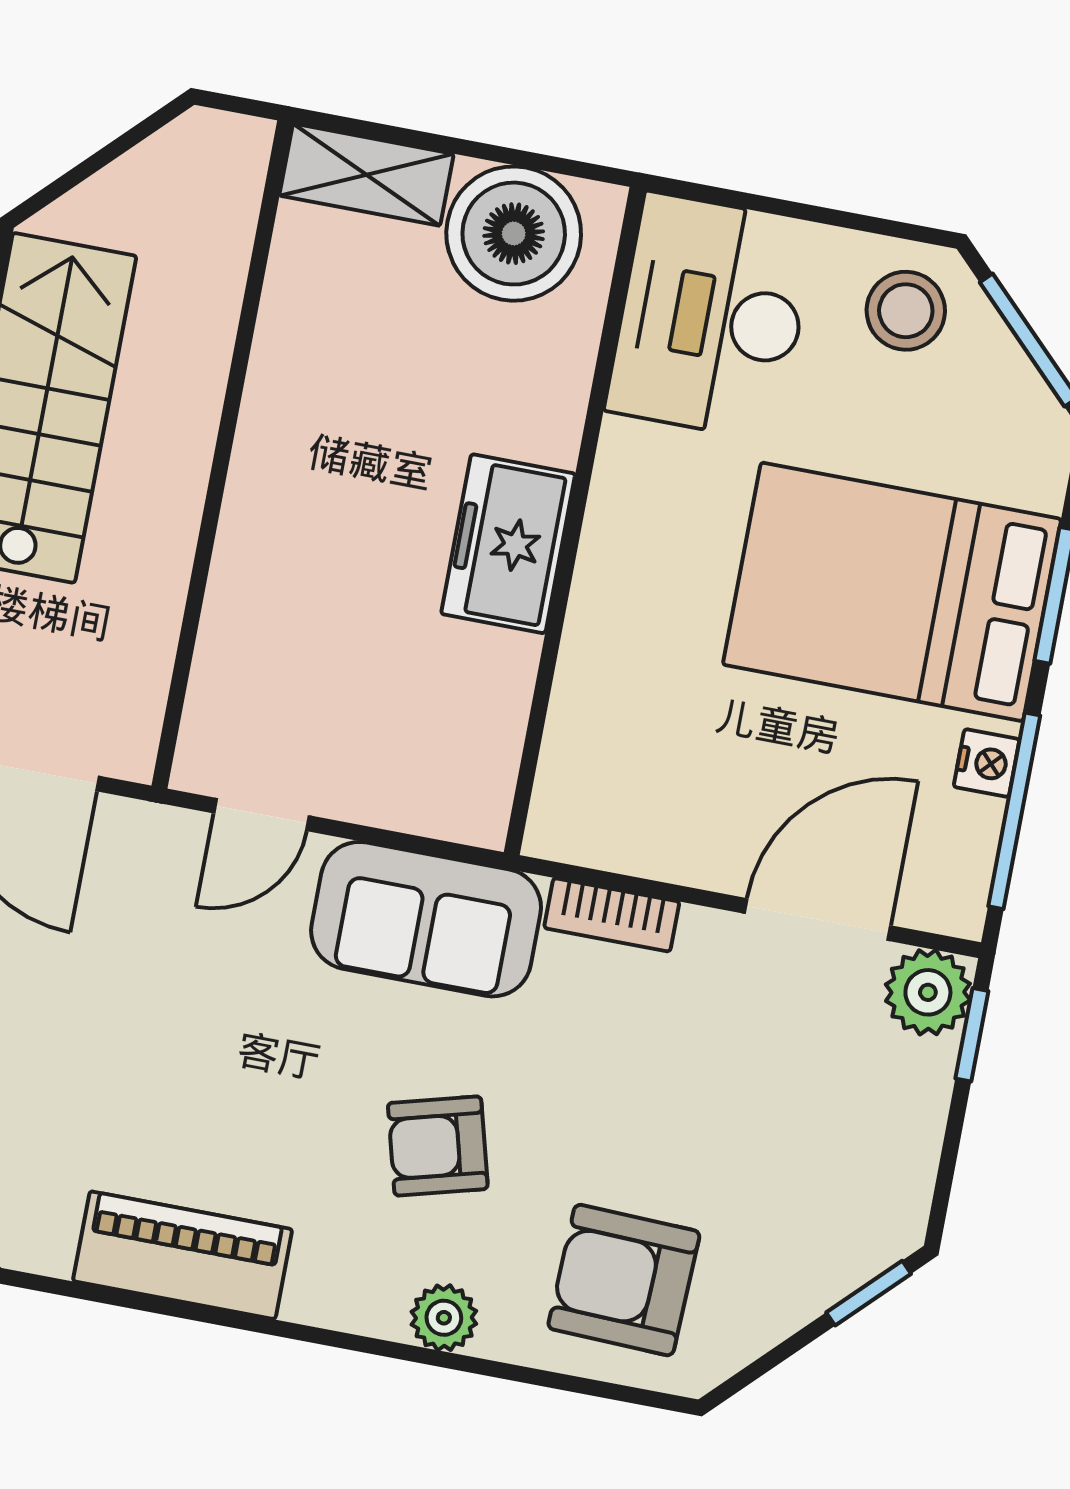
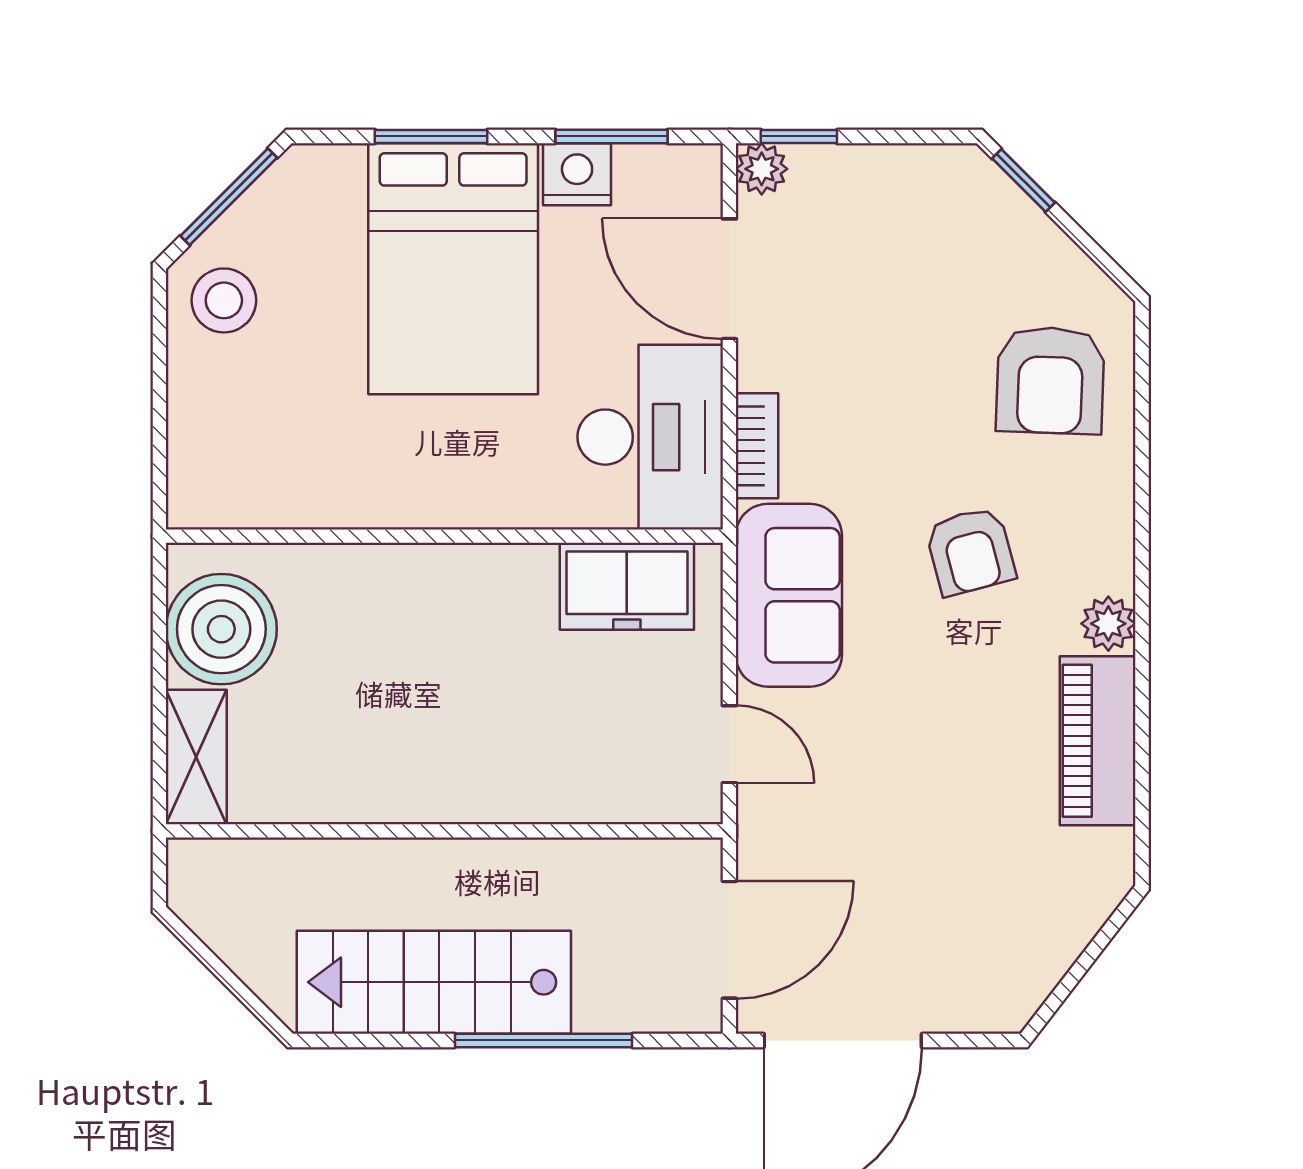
desk: (711, 317) -> (650, 437), moved, turned -90
freezer: (508, 544) -> (627, 586), moved
nightstand: (987, 763) -> (577, 174), width x1.39, depth x1.35
window: (1014, 811) -> (612, 136), width x0.69
plant: (928, 992) -> (762, 169), width x0.73, depth x0.73
plant: (444, 1318) -> (1108, 624), moved

